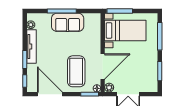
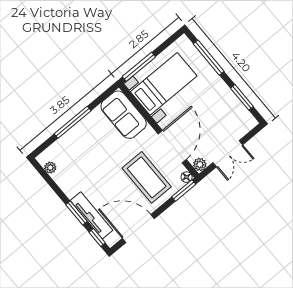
sofa: (68, 22) -> (124, 115), moved, turned 90
tv unit: (31, 46) -> (92, 215), moved

